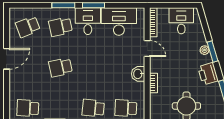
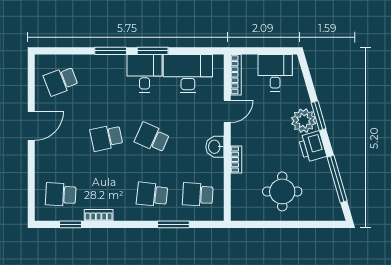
school desk: (60, 27) -> (152, 138), moved, turned 36
door: (147, 48) -> (227, 111), hinge flipped
plant: (205, 50) -> (304, 121), width x1.87, depth x1.87

